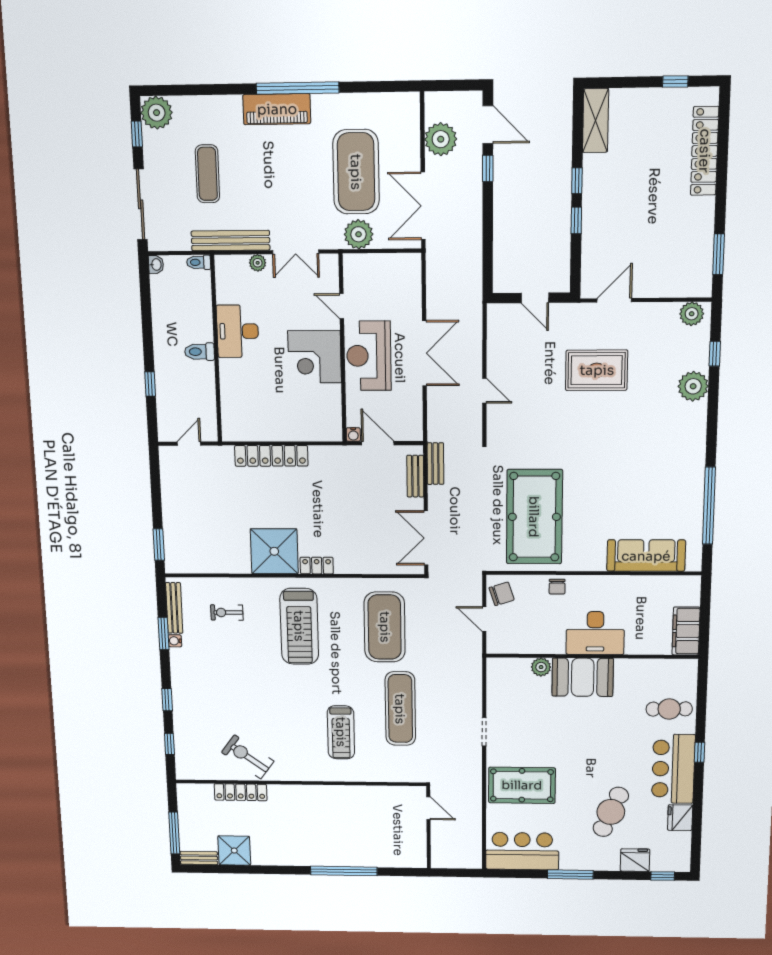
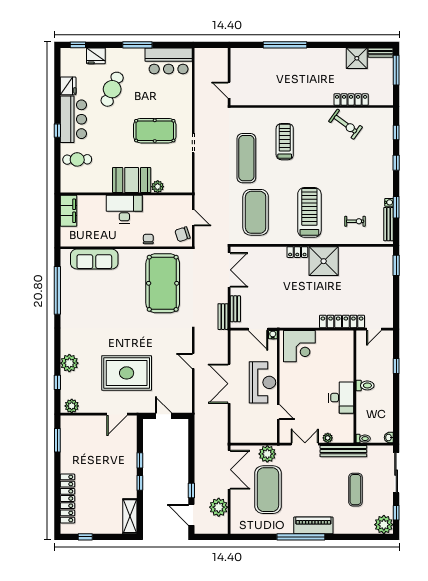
corner desk: (315, 357) -> (299, 346), moved, turned 90
rug: (597, 370) -> (127, 373), width x1.37, depth x1.44
locker: (271, 456) -> (342, 321), moved
pool table: (522, 785) -> (155, 131), moved

